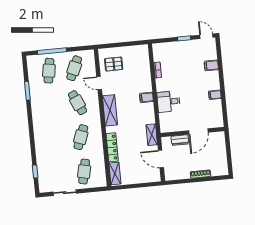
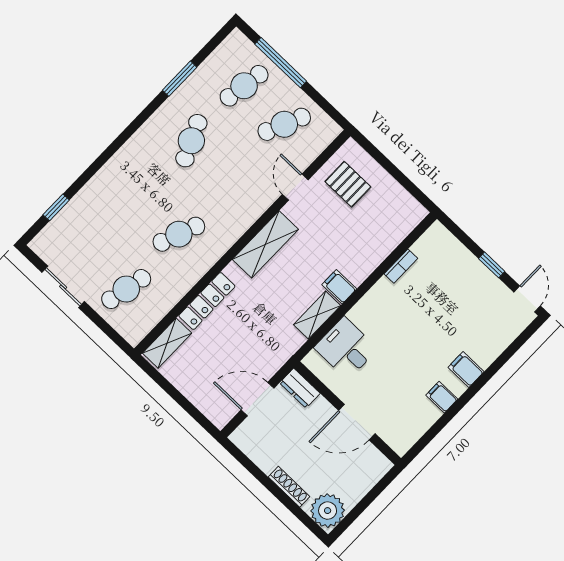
filing cabinet: (211, 65) -> (466, 369), moved
desk: (169, 102) -> (346, 348), moved
cafe table: (77, 103) -> (191, 141), moved
shelving: (152, 135) -> (317, 315), moved
dresser: (180, 140) -> (300, 388), moved
door: (161, 159) -> (257, 399), hinge flipped
plant: (220, 168) -> (328, 511), added

